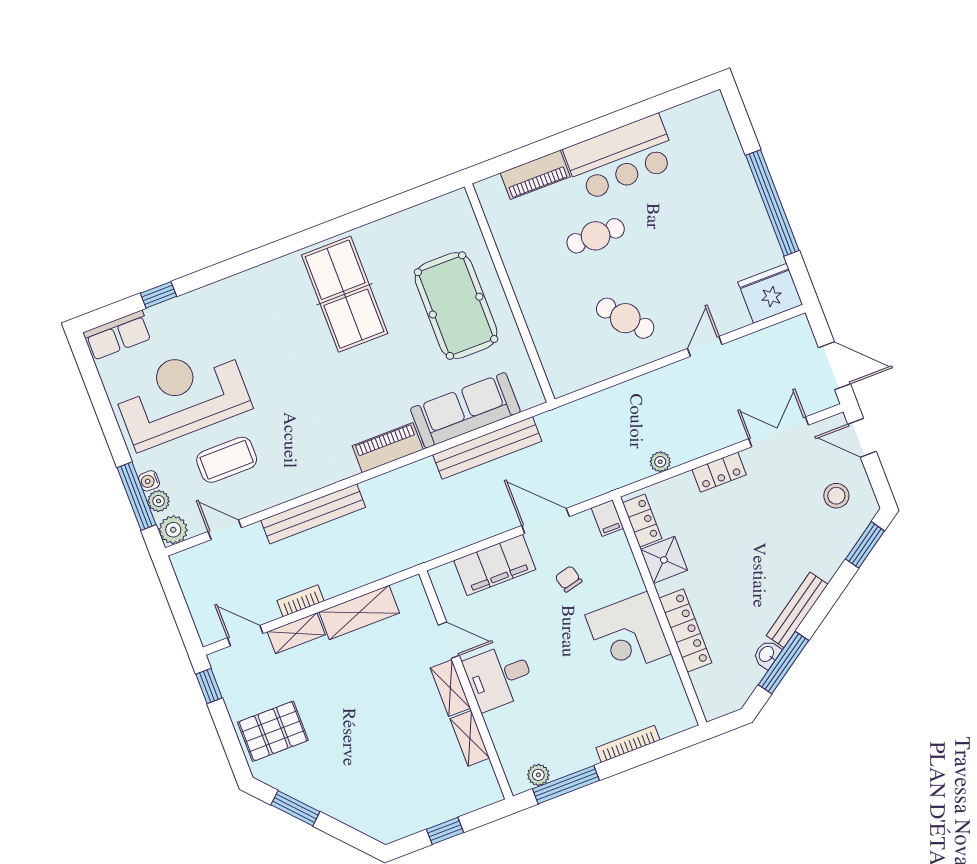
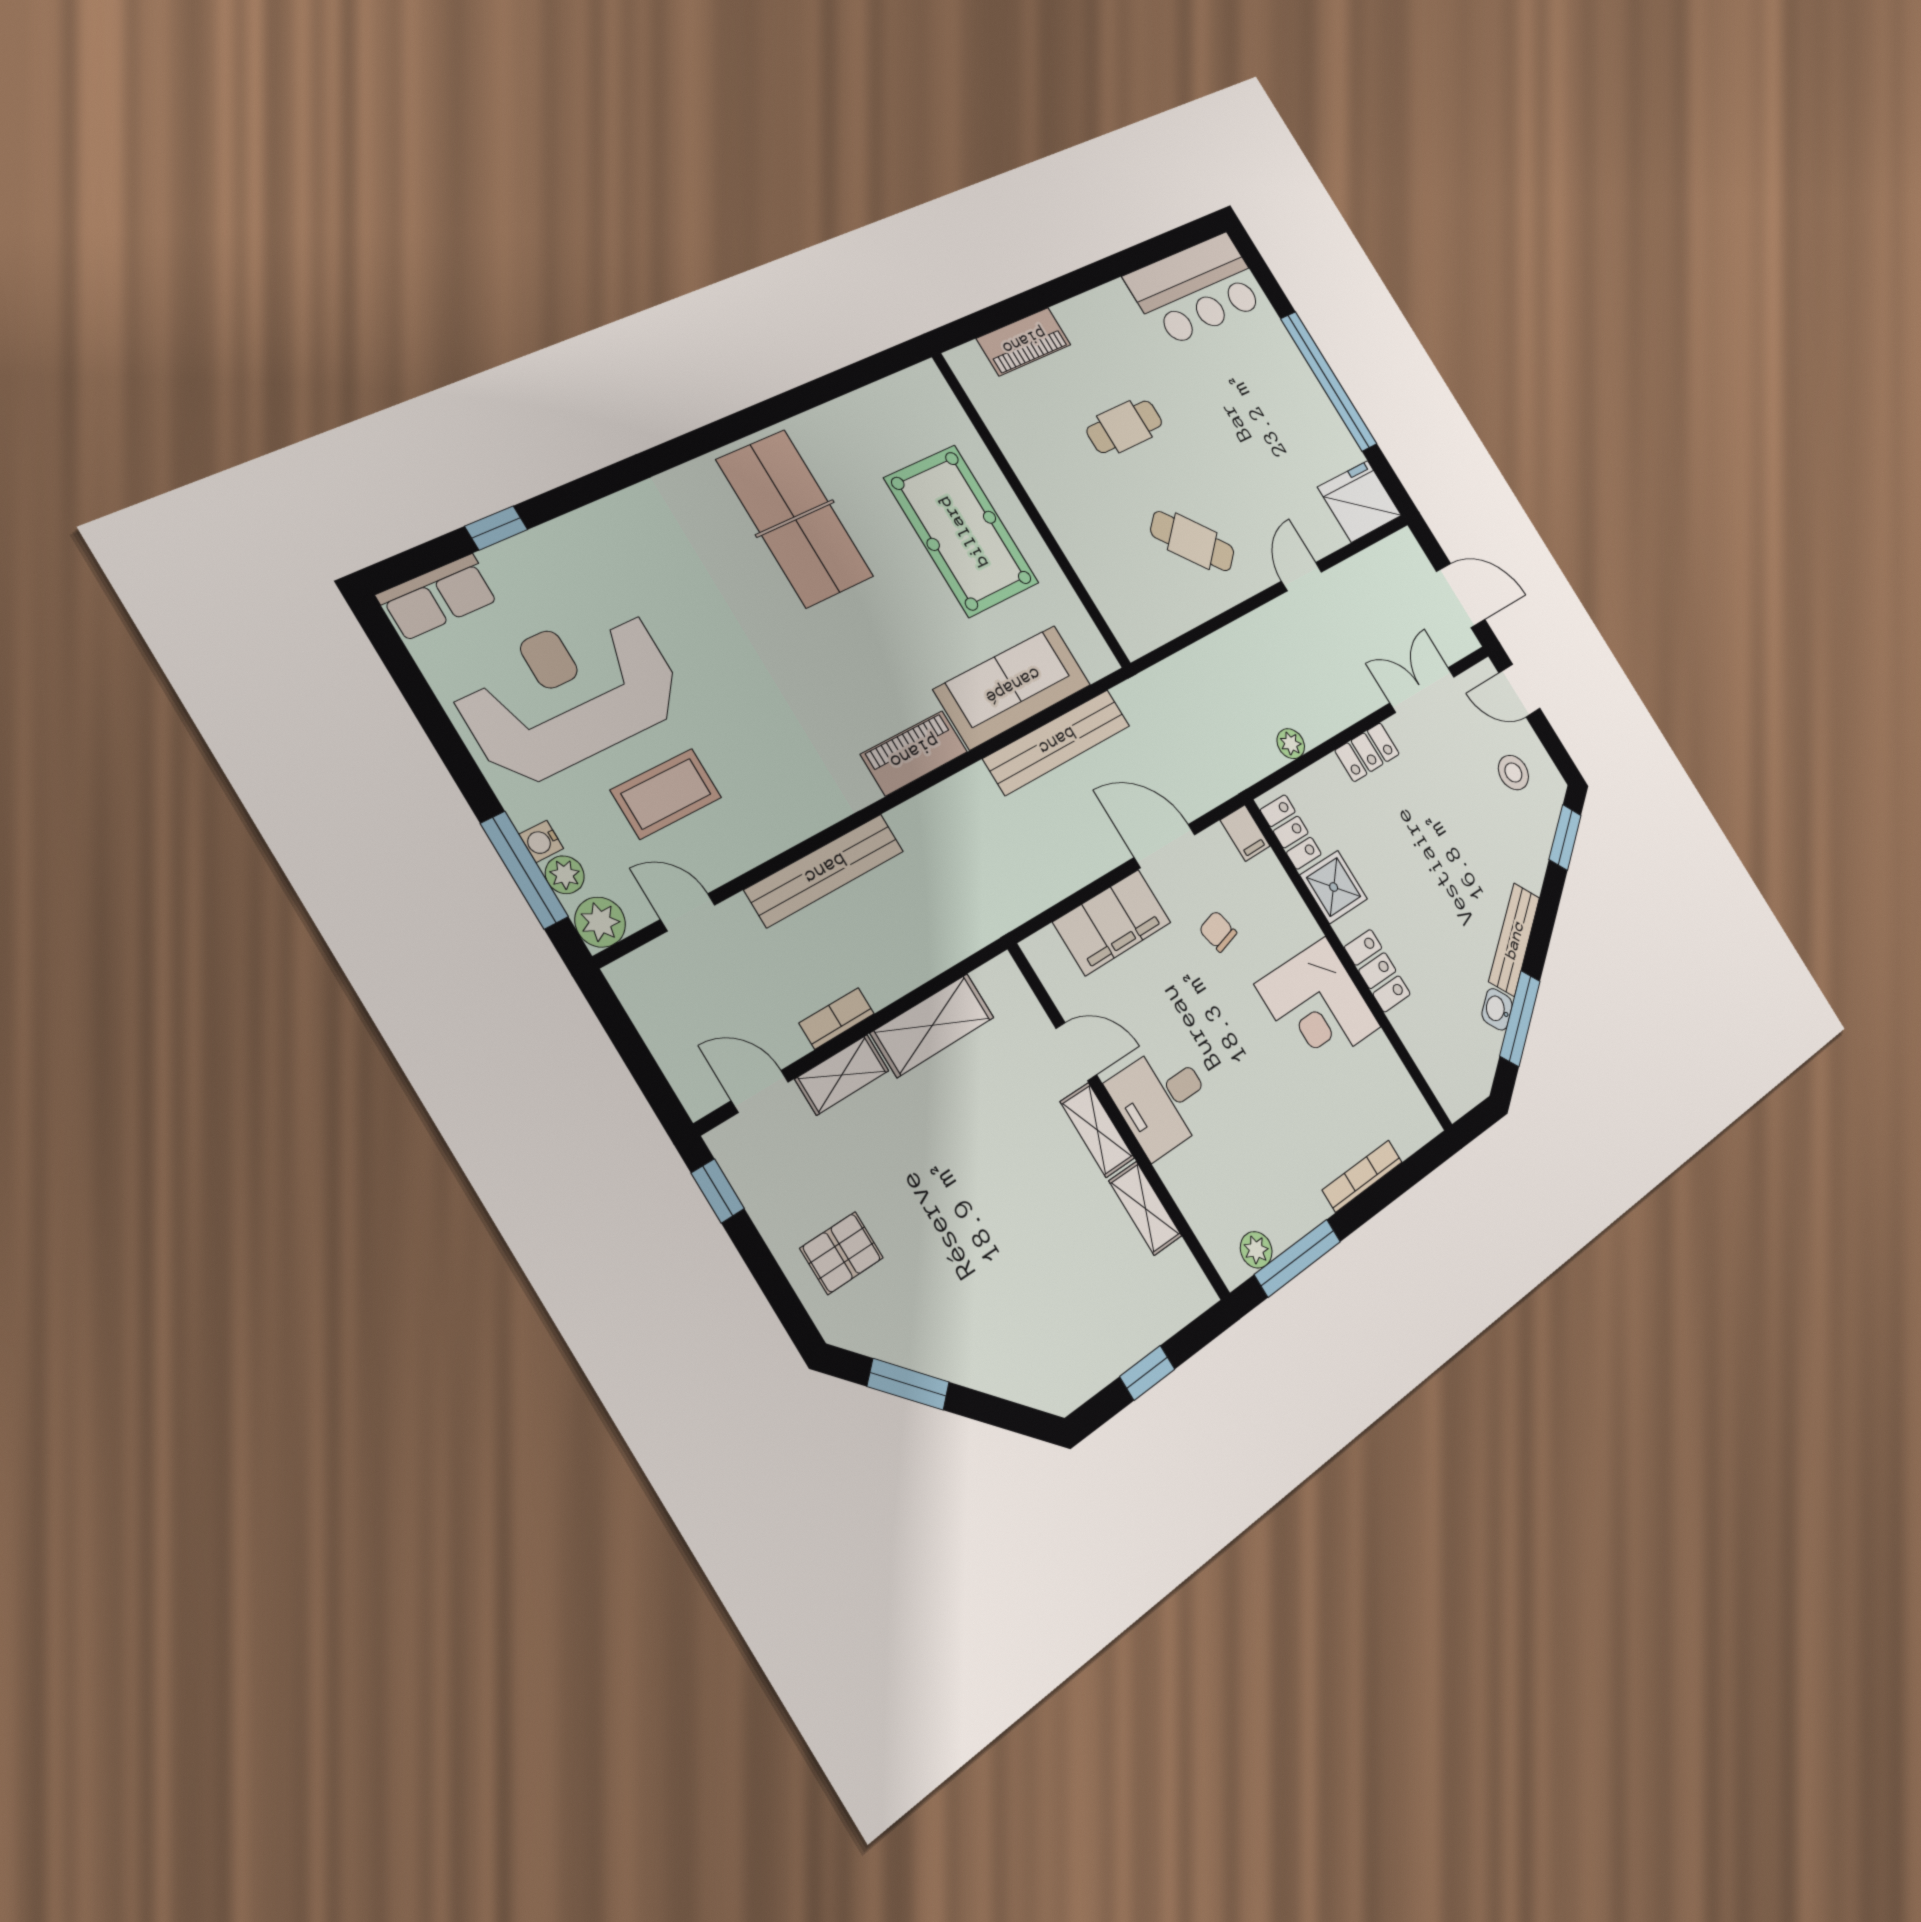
bar counter: (620, 158) -> (1197, 289), moved
locker: (685, 631) -> (1377, 971), width x0.66
pallet: (273, 731) -> (842, 1253), width x0.67, depth x0.71

